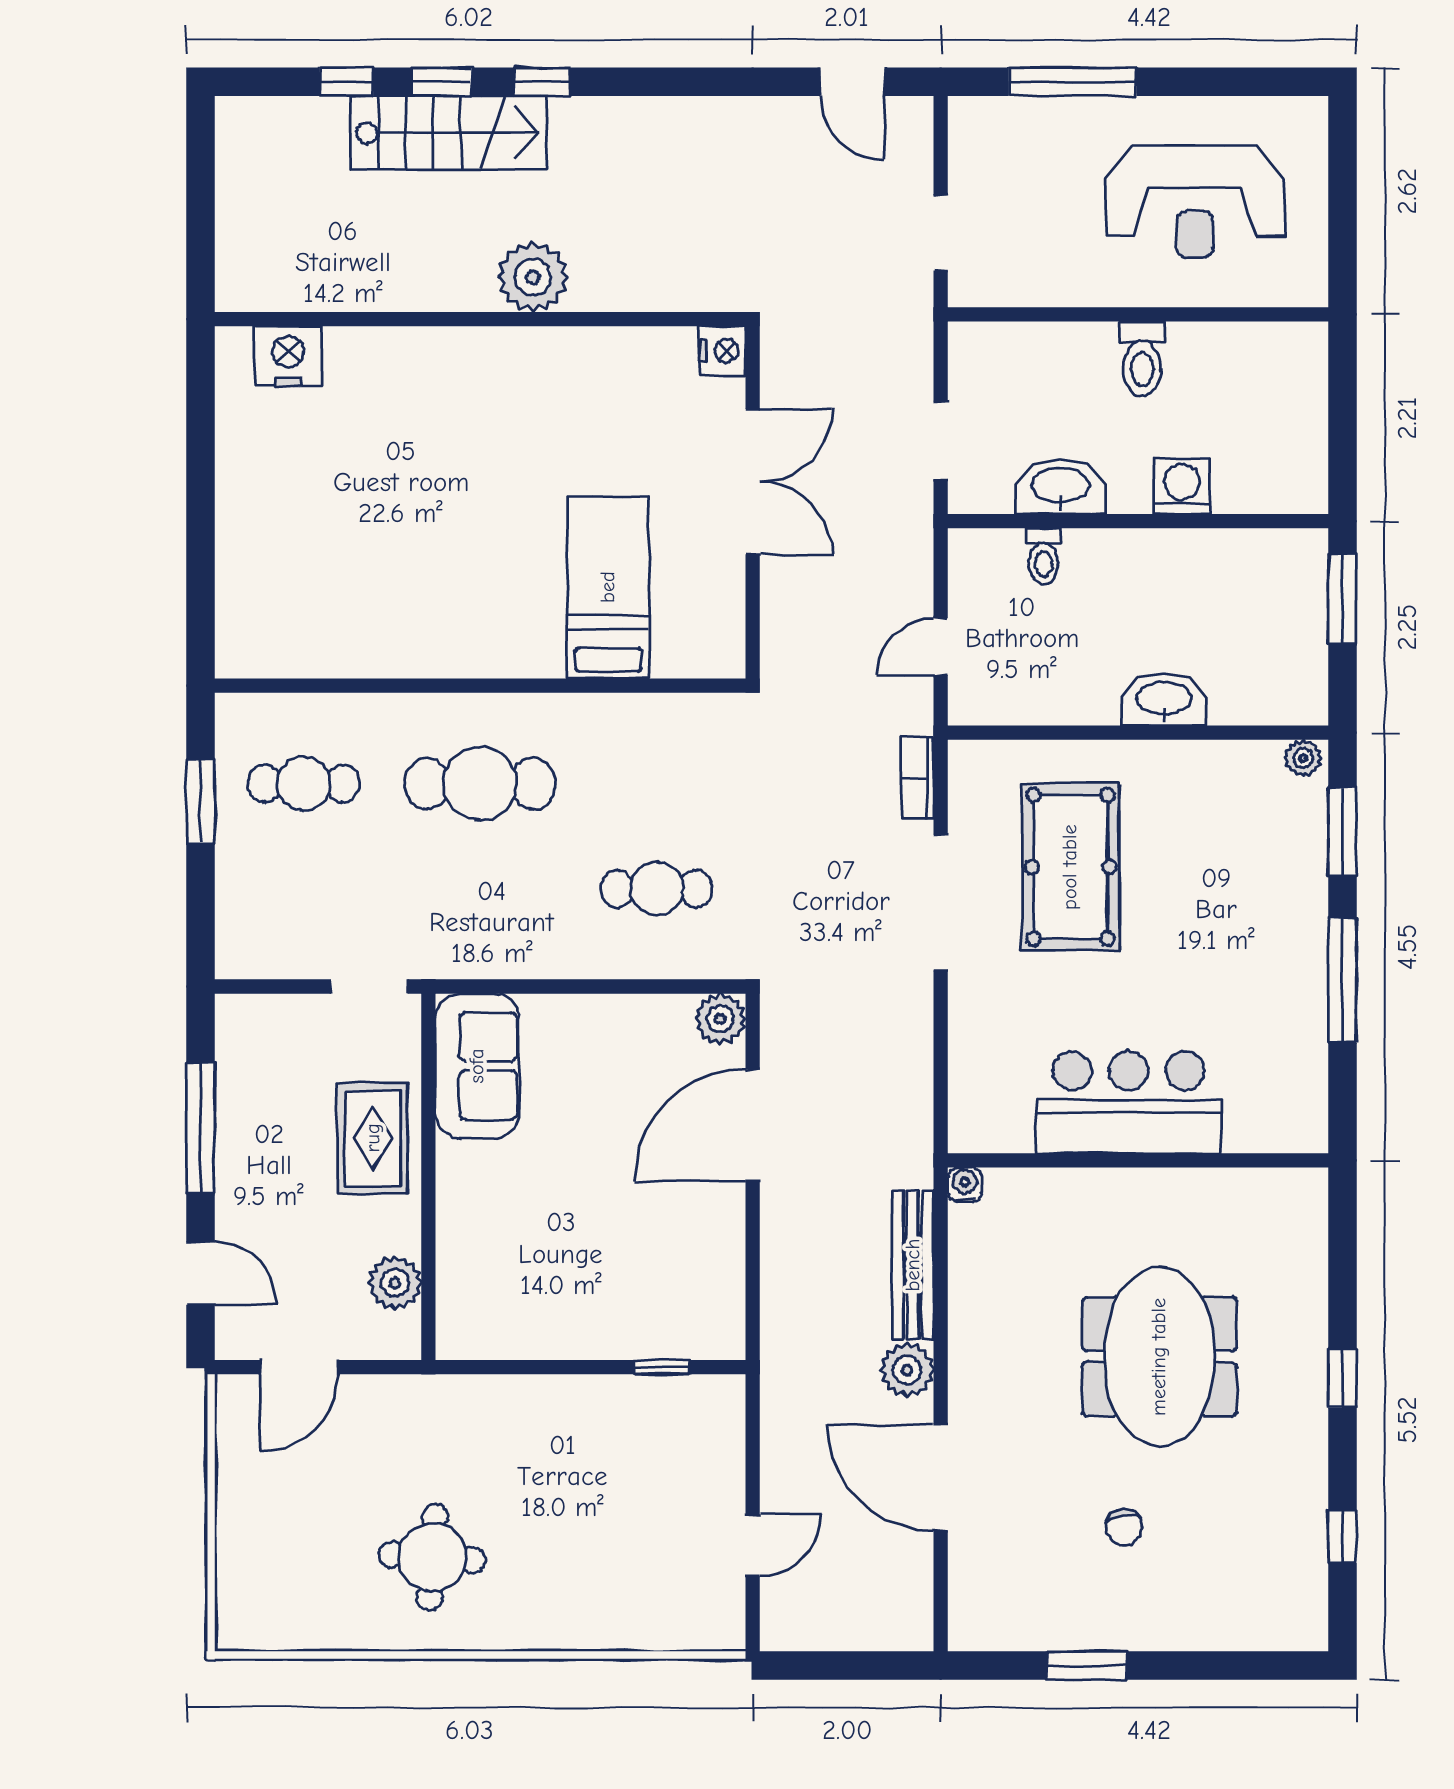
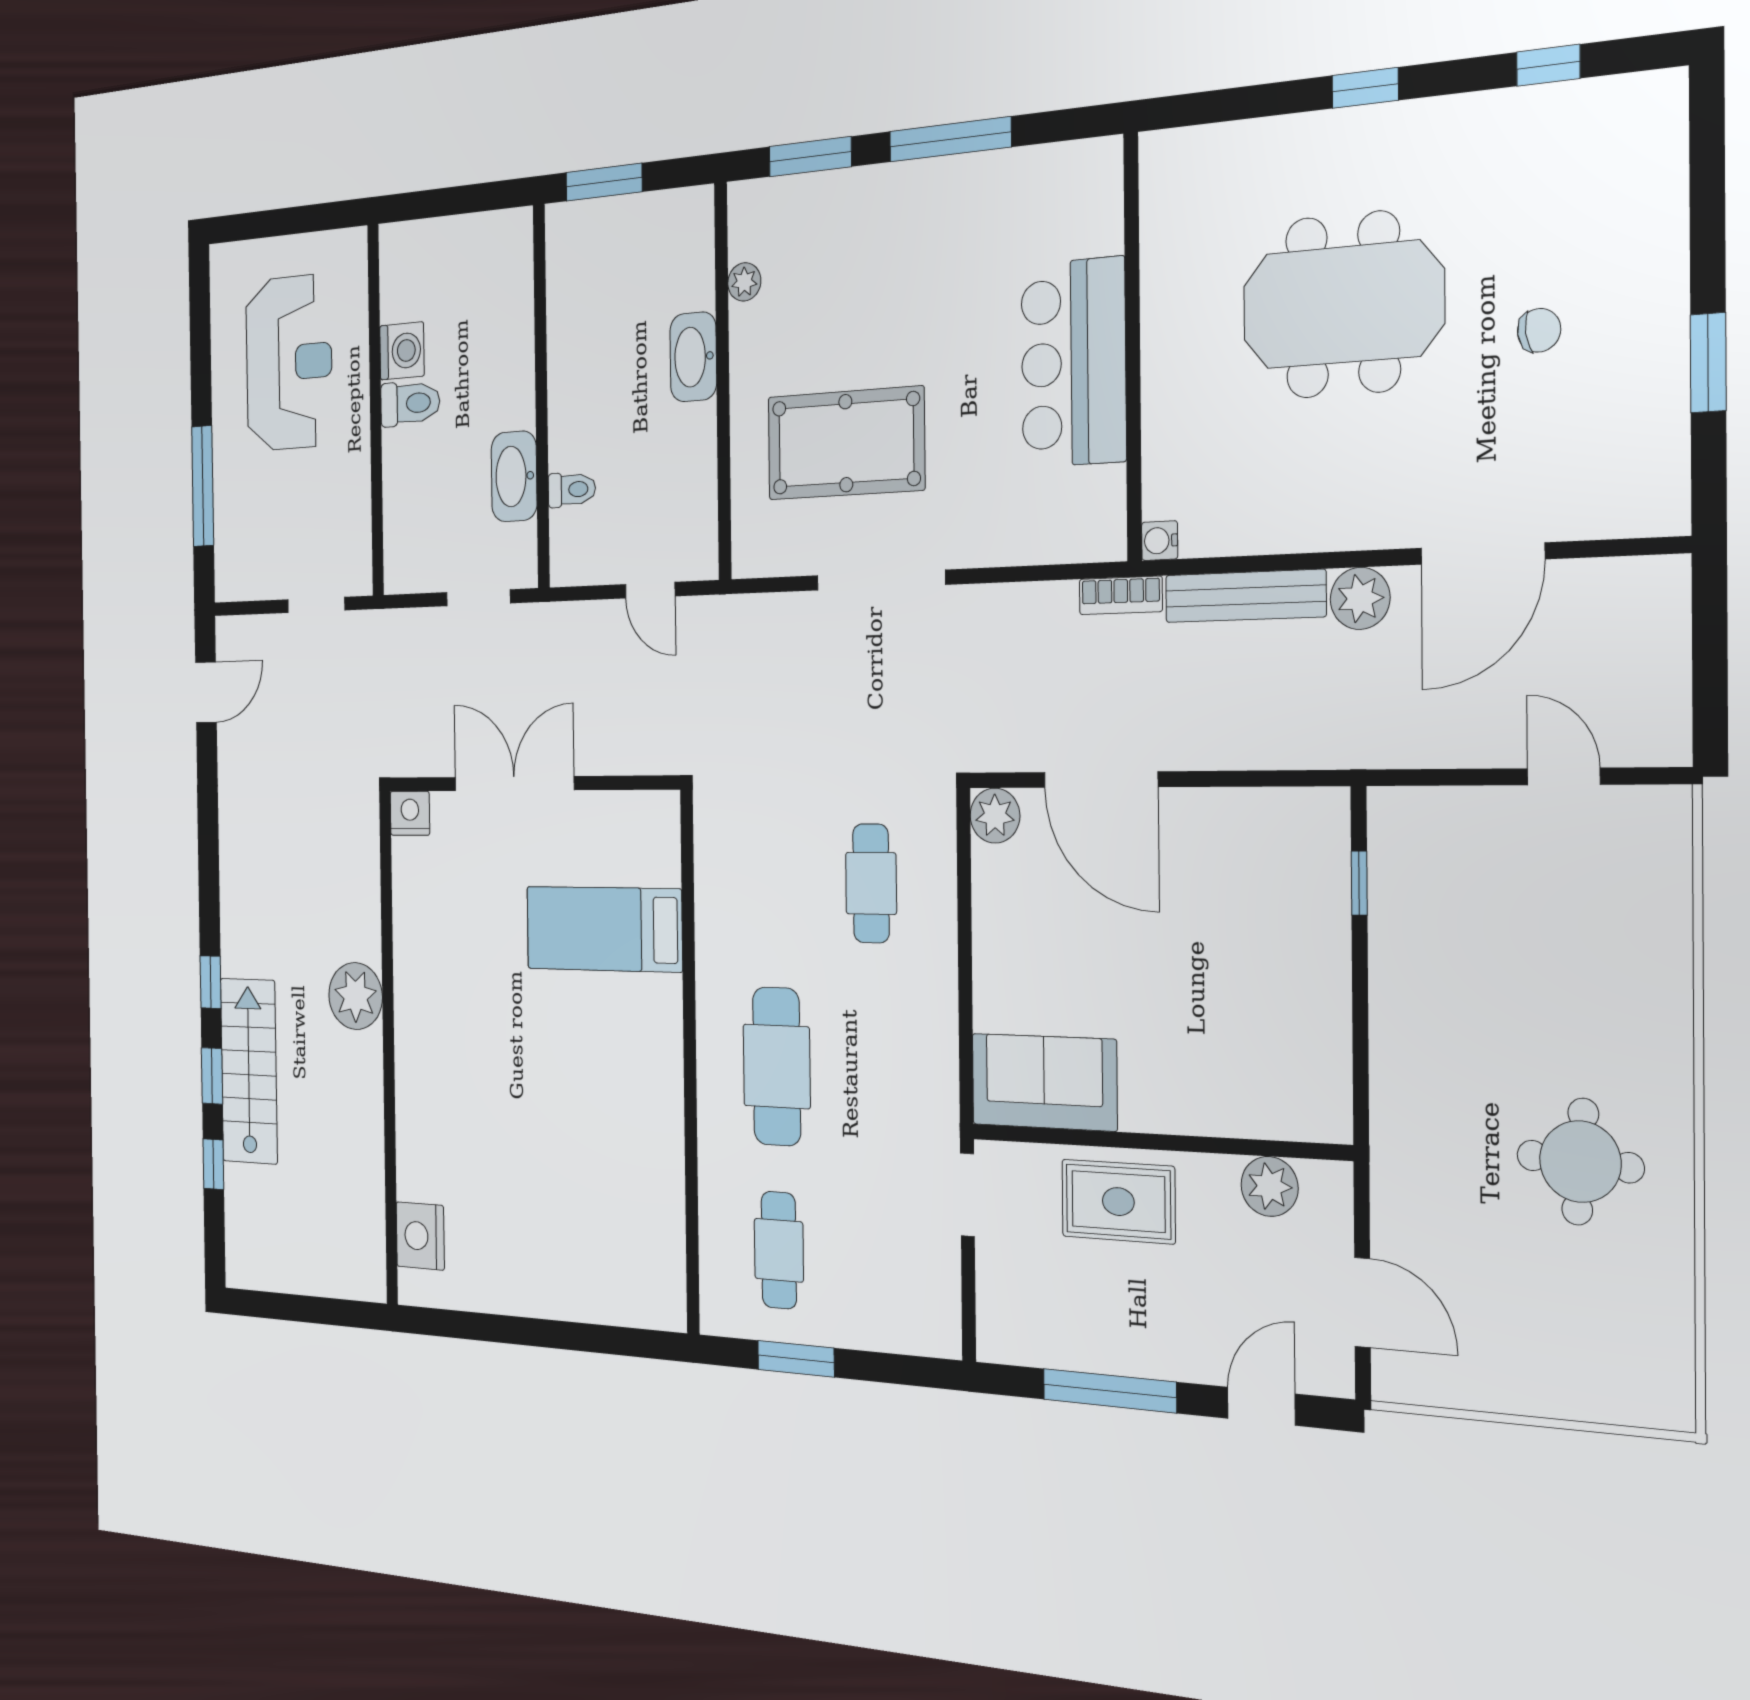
washing machine: (1182, 486) -> (402, 351), moved, turned 180
plant: (1303, 758) -> (744, 282), moved
bookcase: (918, 778) -> (1121, 595), moved

